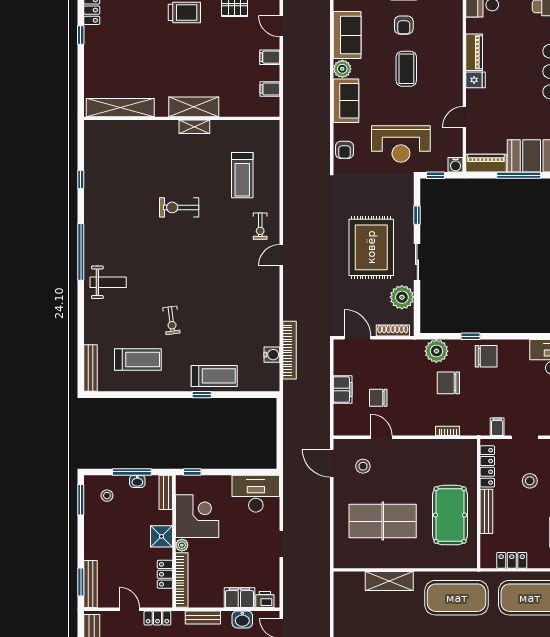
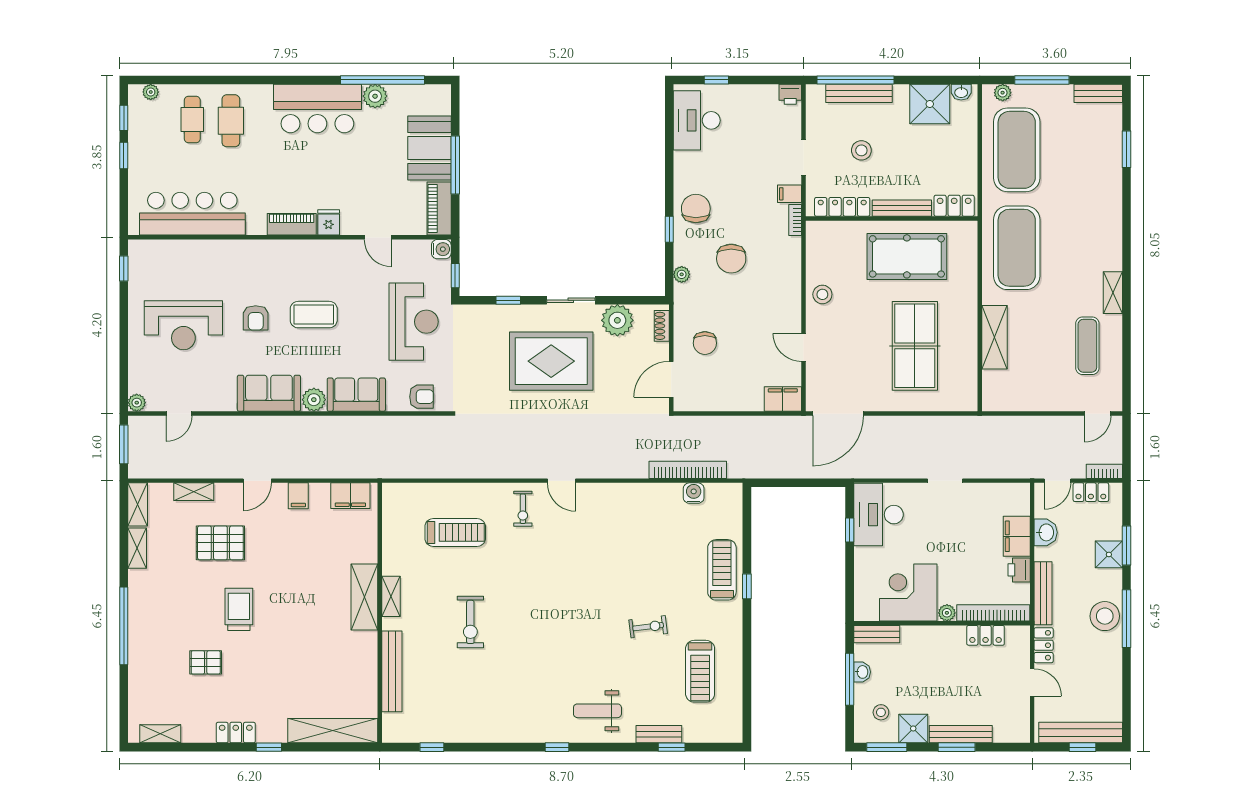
armchair: (404, 25) -> (256, 318), turned 90
filing cabinet: (270, 89) -> (350, 496), width x2.00
shelving: (120, 108) -> (333, 731), moved, turned 90
bench: (138, 128) -> (392, 671), added
window: (81, 180) -> (432, 747), moved
exercise bike: (179, 207) -> (470, 622), moved
exercise bike: (260, 226) -> (523, 509), turned 90
window: (81, 252) -> (557, 747), width x0.32
weight bench: (108, 282) -> (597, 711), turned -90
shoe rack: (393, 331) -> (662, 326), width x0.70
window: (81, 338) -> (672, 747), added
plant: (436, 351) -> (682, 274), width x0.53, depth x0.53
treadmill: (138, 359) -> (700, 671), turned 180
bench: (91, 368) -> (659, 734), moved, width x0.73
filing cabinet: (343, 389) -> (783, 399), moved
chair: (378, 398) -> (705, 343), moved
bookcase: (448, 431) -> (795, 220), moved
door: (382, 437) -> (803, 347), hinge flipped
door: (332, 463) -> (838, 414), width x1.36
stool: (363, 466) -> (822, 294), moved
window: (192, 472) -> (850, 530), moved
shower: (162, 536) -> (913, 728), moved
locker: (512, 560) -> (954, 206), moved, turned 90
window: (81, 582) -> (957, 747), moved
bench: (91, 584) -> (961, 734), moved
printer: (265, 599) -> (1019, 570), moved
door: (129, 609) -> (1032, 682), swing flipped
bench: (203, 618) -> (1043, 593), width x1.36

